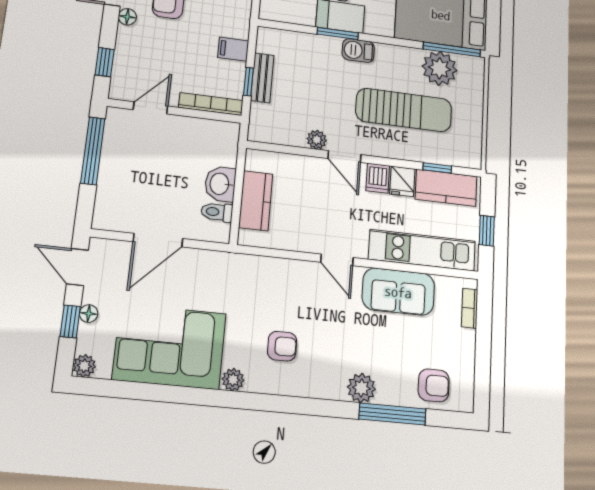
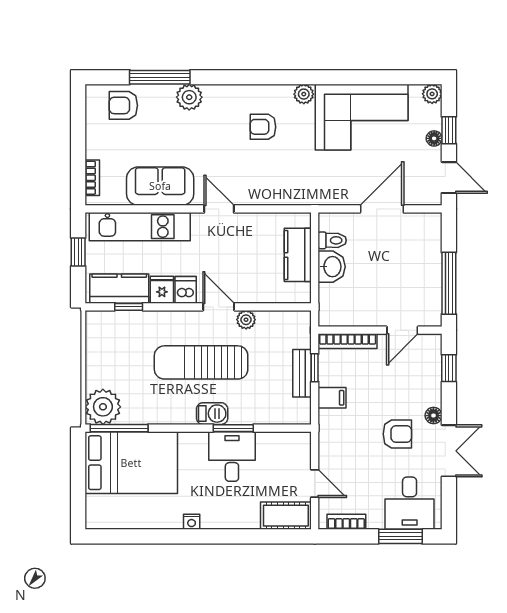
plant: (440, 68) -> (103, 407), moved
sun lounger: (404, 110) -> (201, 362), moved

